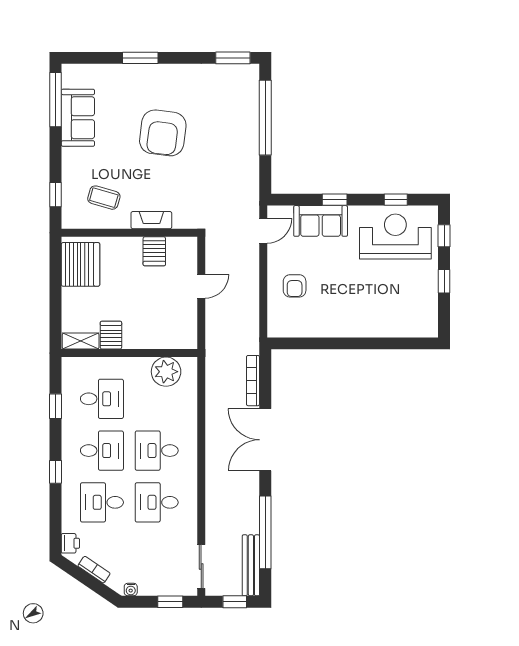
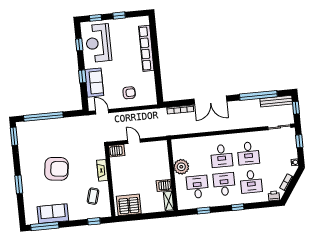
server rack: (154, 251) -> (117, 151), moved
row of seats: (376, 327) -> (146, 48), added
plant: (166, 372) -> (181, 167), moved

